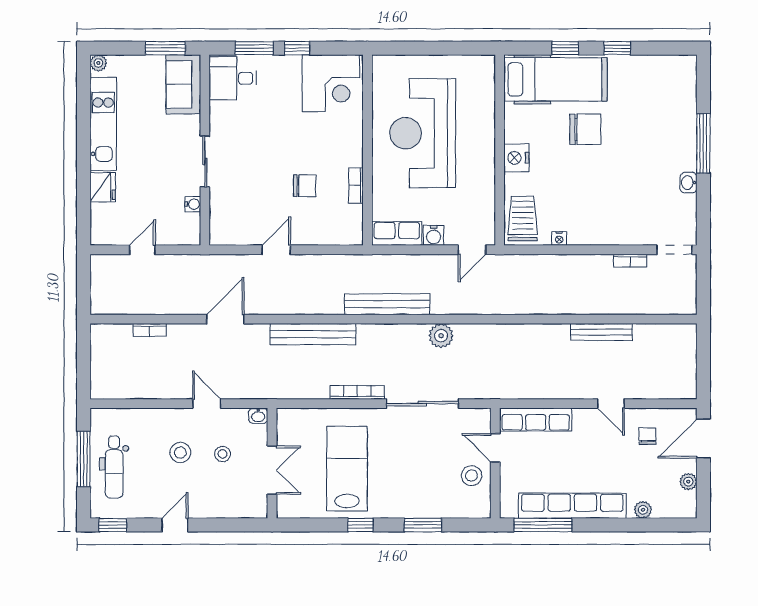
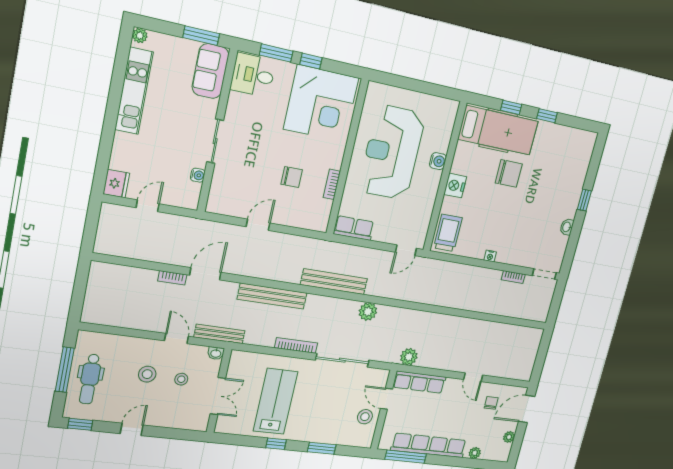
corner desk: (331, 83) -> (321, 104), width x1.36, depth x1.36
window: (703, 143) -> (584, 200), width x0.46
fridge: (103, 187) -> (116, 184), moved
water cooler: (434, 235) -> (438, 161), moved, turned -90
nightstand: (559, 238) -> (490, 256), moved
bookcase: (149, 330) -> (172, 278), moved
bench: (601, 332) -> (219, 334), moved
plant: (512, 387) -> (409, 357), added

